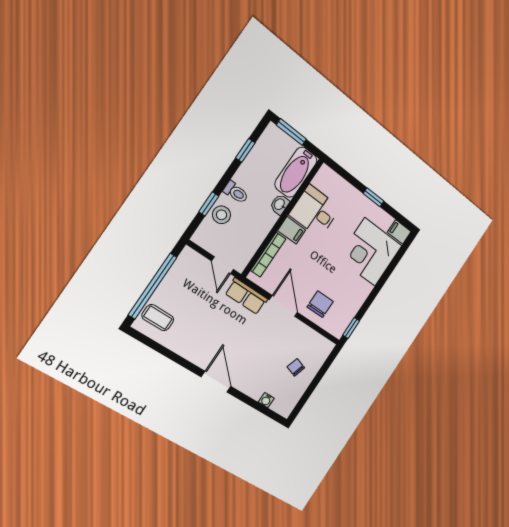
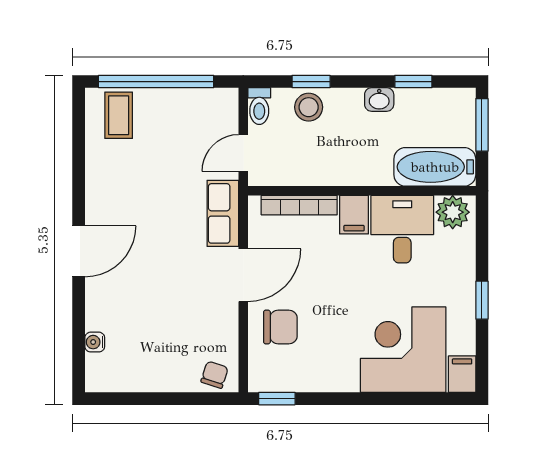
plant: (324, 180) -> (453, 212), added
toilet: (236, 192) -> (259, 106), moved
washbasin: (280, 204) -> (379, 99), moved, turned 180
chair: (296, 367) -> (215, 375), moved

